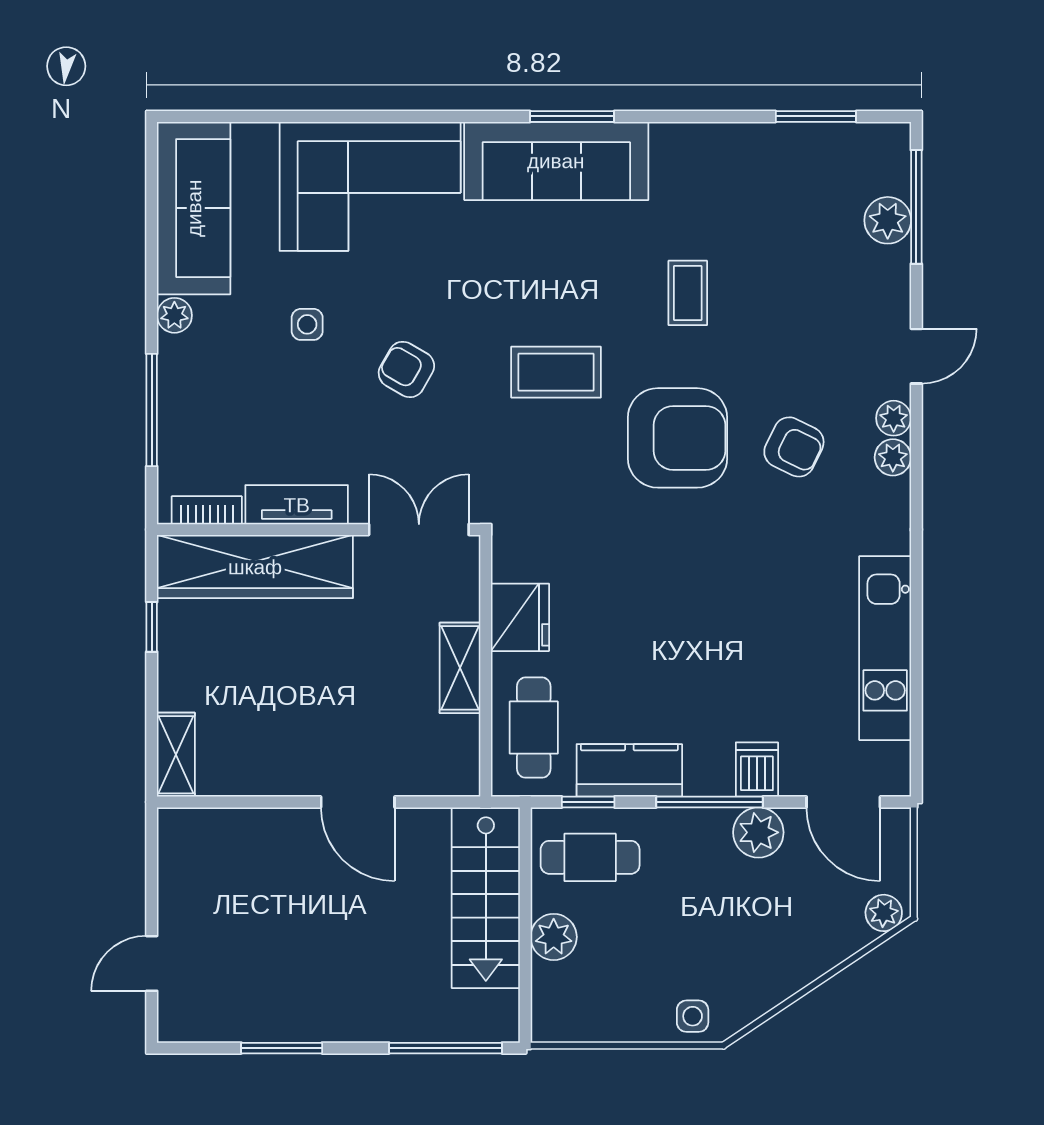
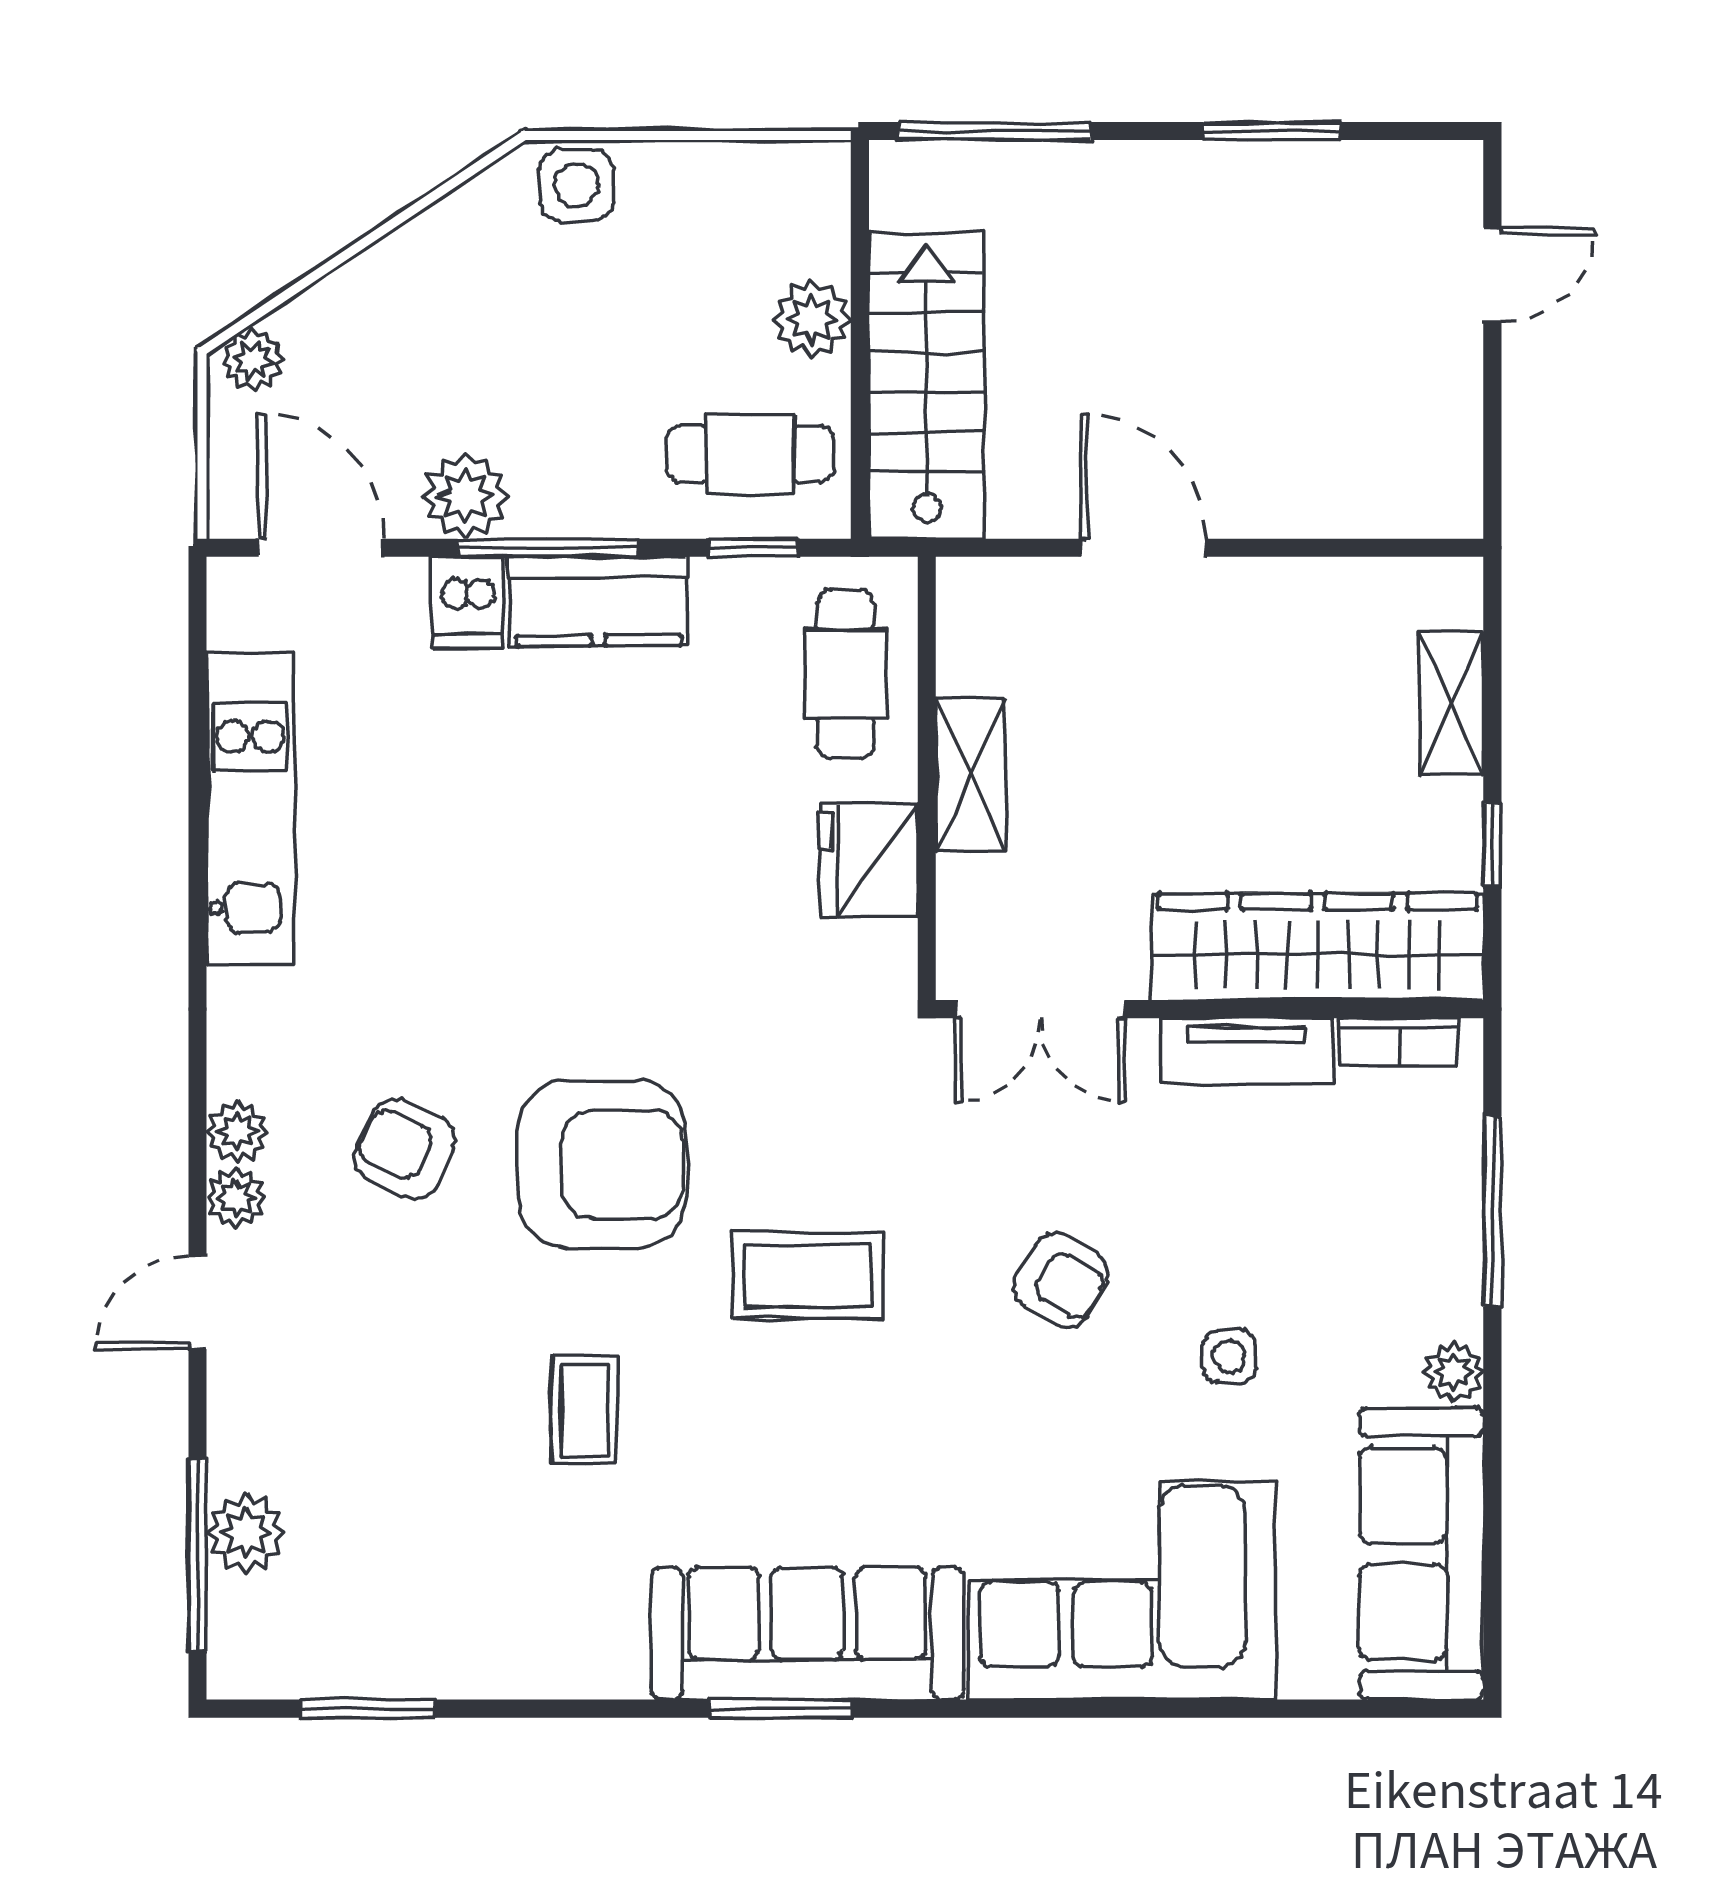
armchair: (678, 438) -> (602, 1164), turned 180
shelving: (176, 755) -> (1451, 704), moved
kitchen counter: (629, 770) -> (598, 601), moved
side table: (693, 1016) -> (576, 185), width x1.37, depth x1.37

